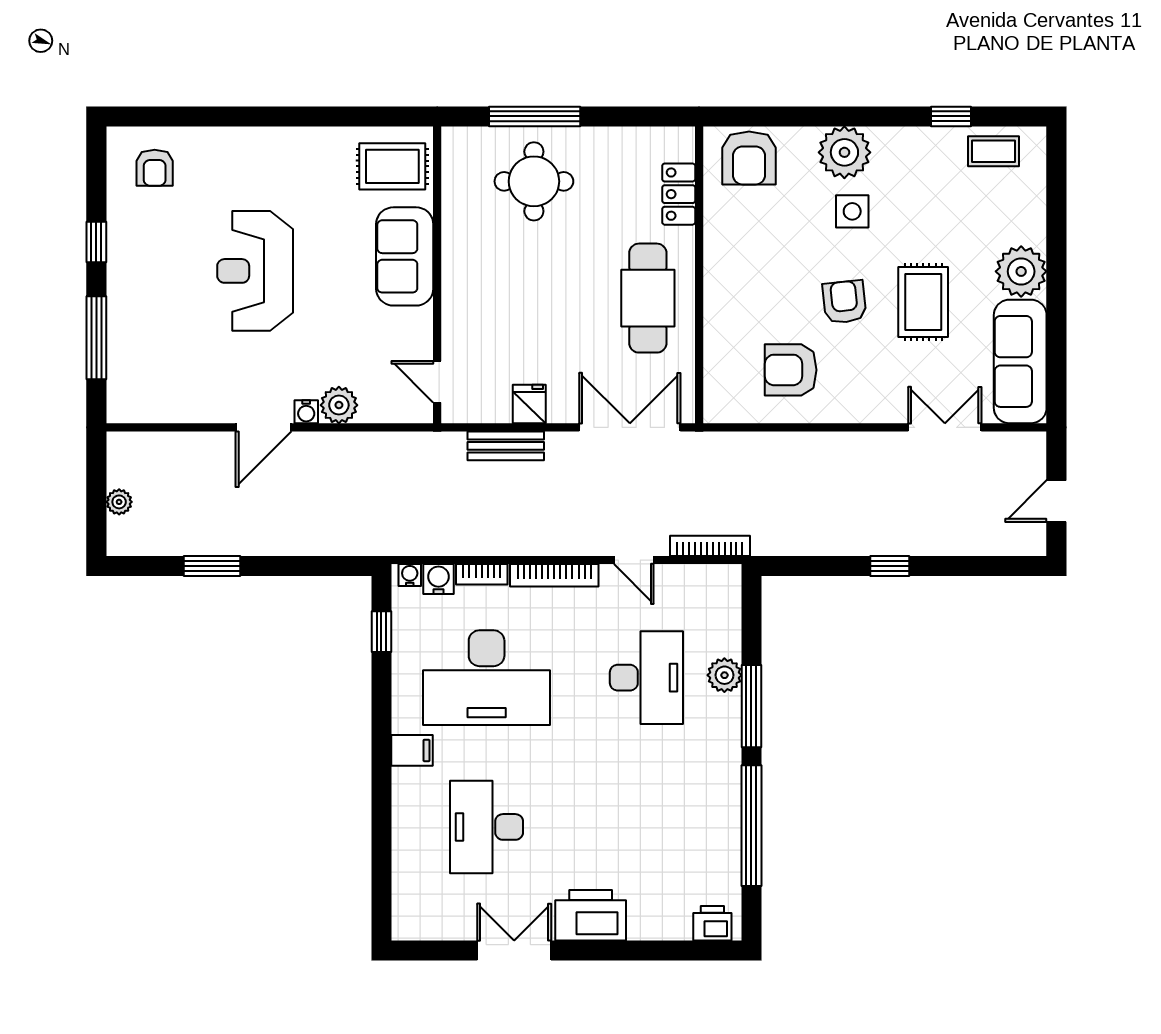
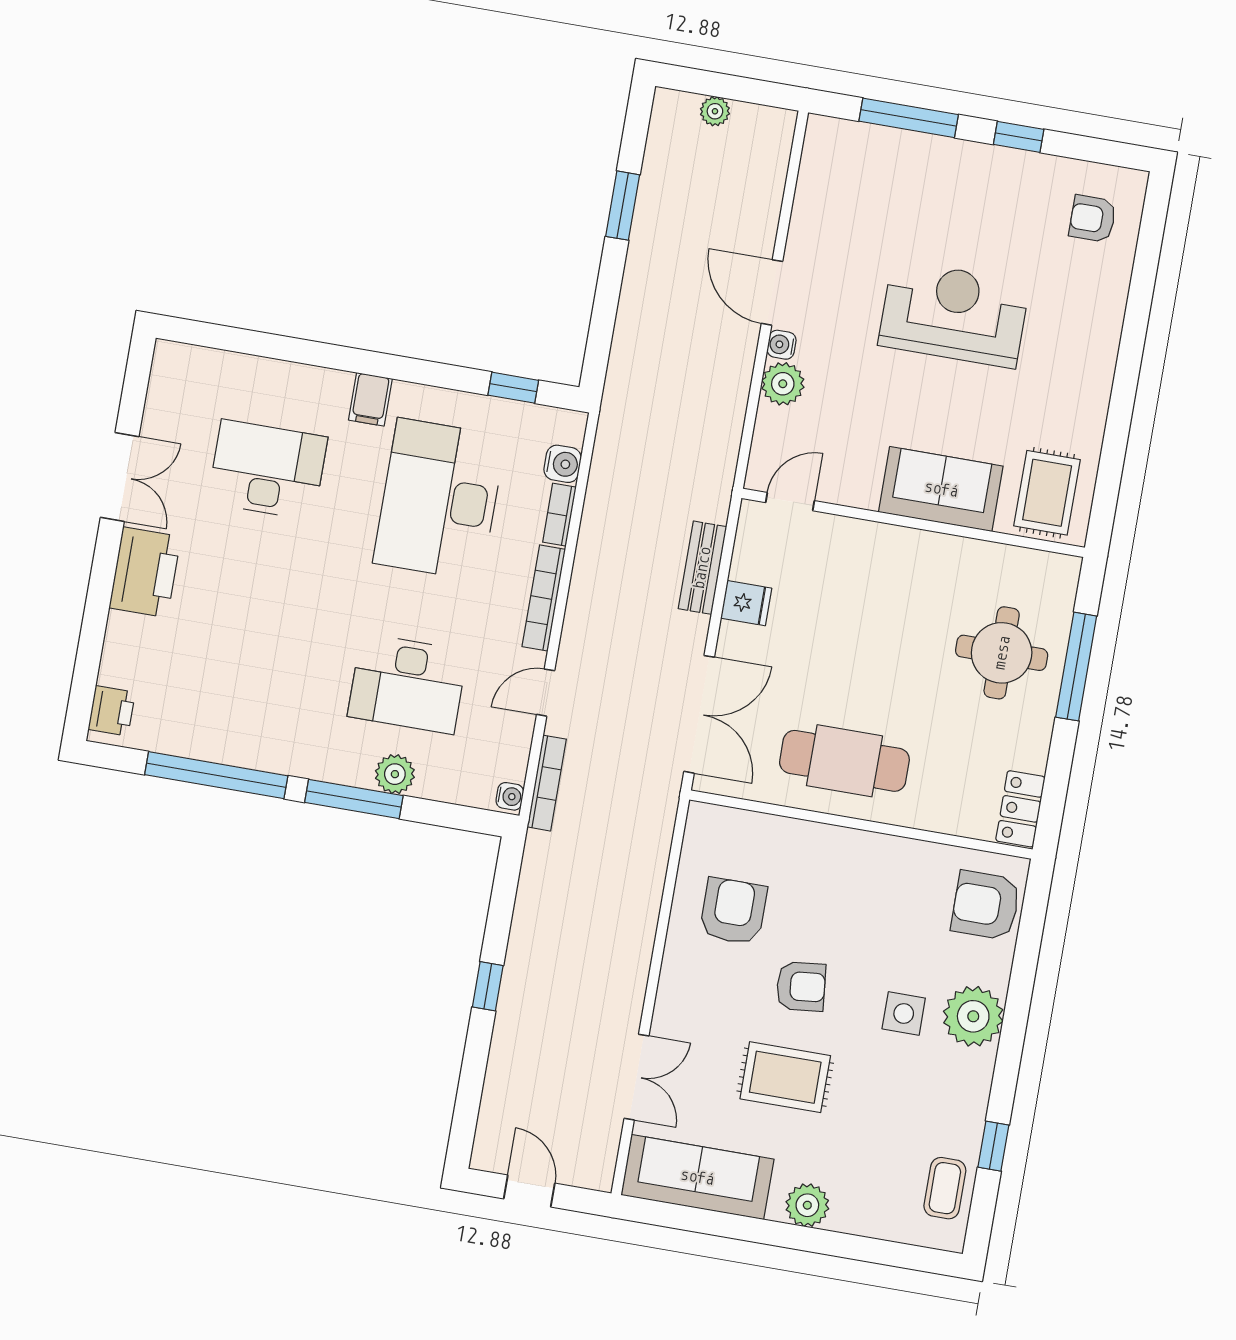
locker: (679, 194) -> (1020, 809), moved, turned -90
plant: (1021, 271) -> (807, 1205), width x0.73, depth x0.73
water cooler: (410, 575) -> (510, 796), moved

